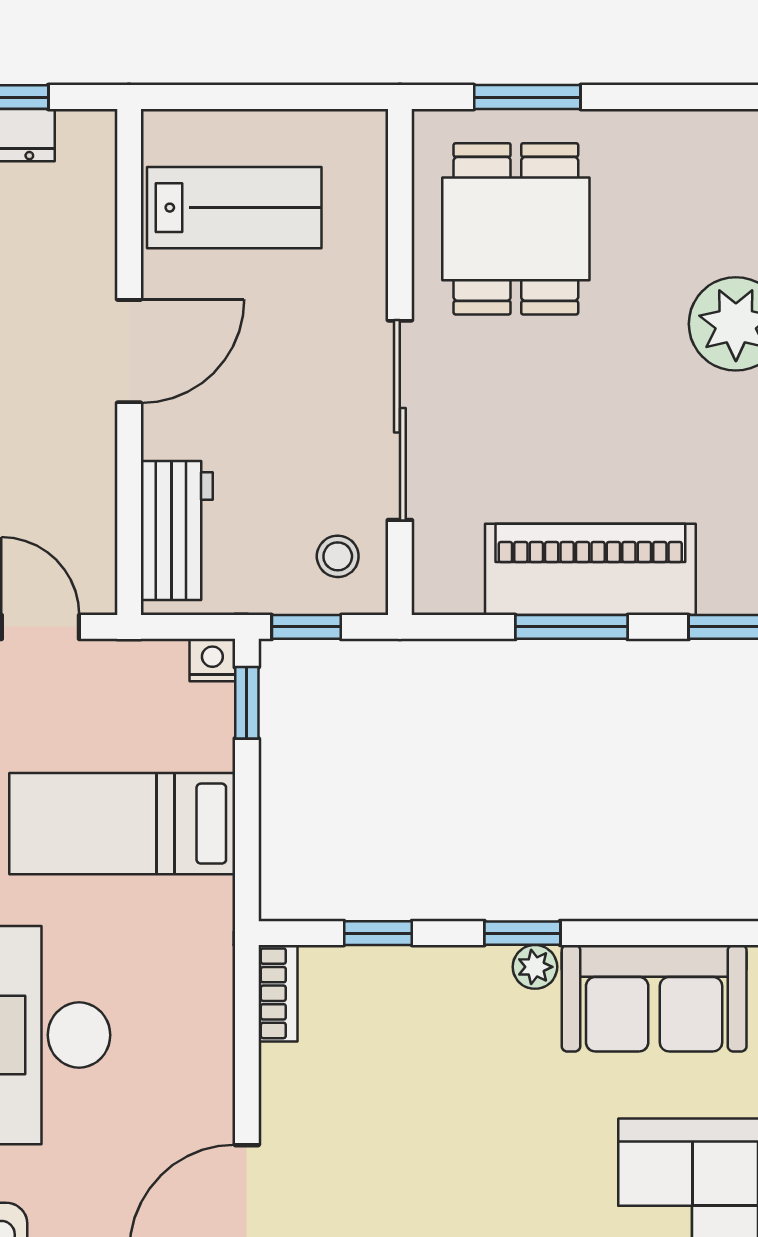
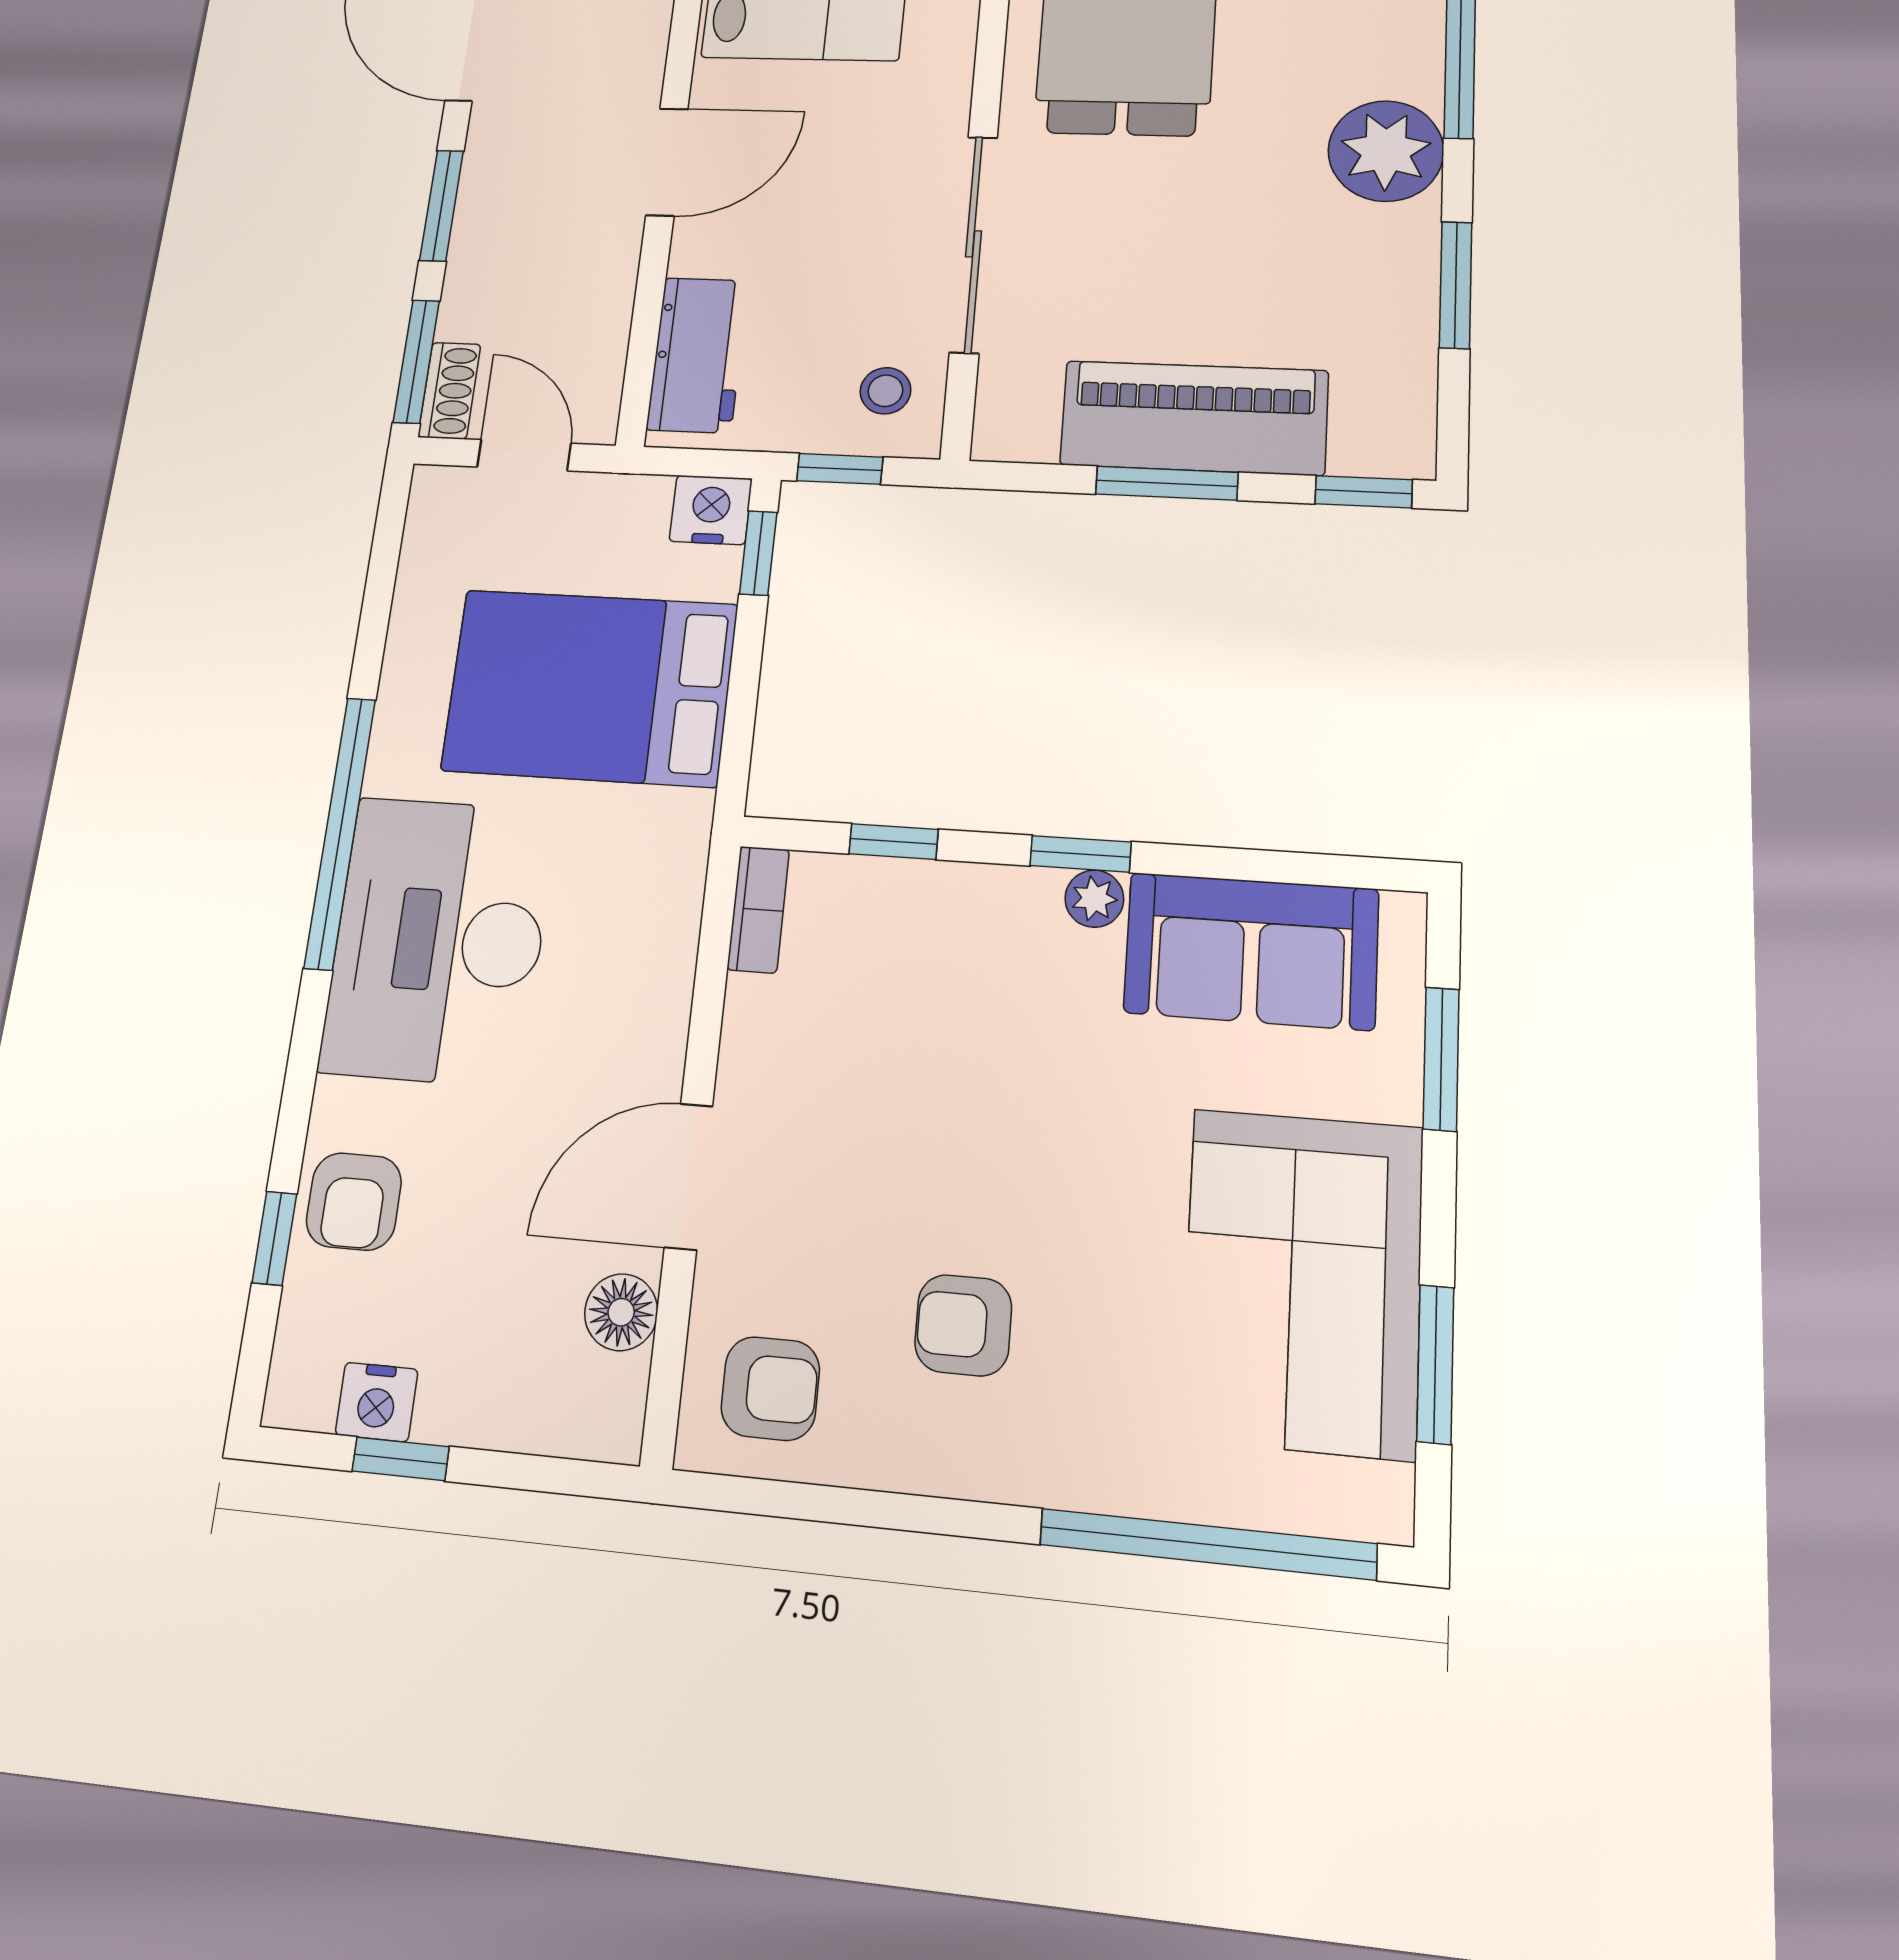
nightstand: (212, 660) -> (711, 510), width x1.39, depth x1.35
bed: (122, 824) -> (590, 687), width x1.50

